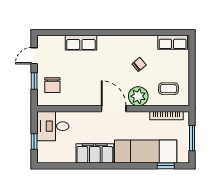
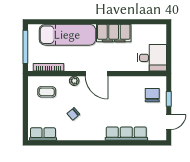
row of seats: (81, 43) -> (126, 134), width x1.48
plant: (138, 96) -> (74, 81), width x0.53, depth x0.53
window: (192, 138) -> (25, 47), width x1.44
window: (34, 142) -> (169, 44), removed
window: (166, 166) -> (49, 22), removed

